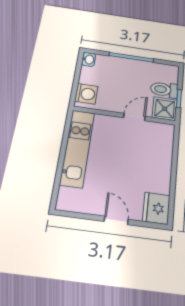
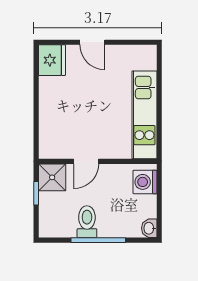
toilet: (164, 90) -> (87, 222), moved, turned -90

